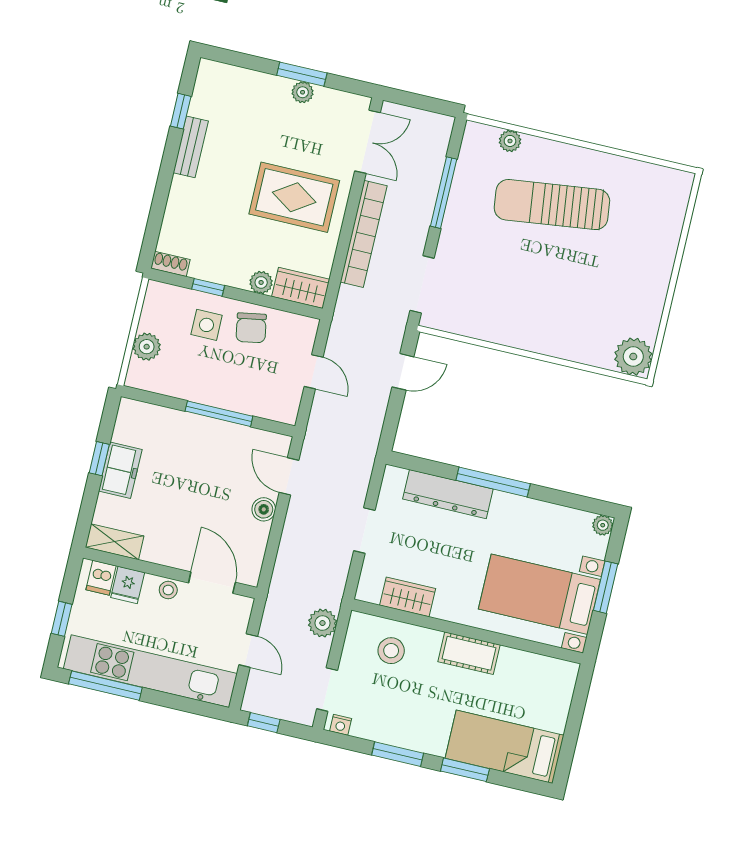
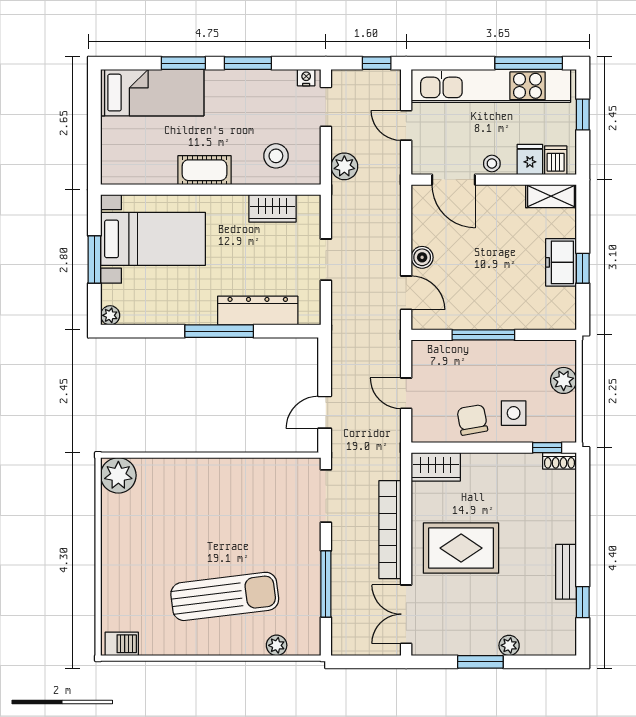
plant: (303, 92) -> (509, 645), moved
barbecue: (671, 180) -> (122, 644), added
plant: (261, 282) -> (473, 463), removed
window: (208, 287) -> (547, 448), moved

